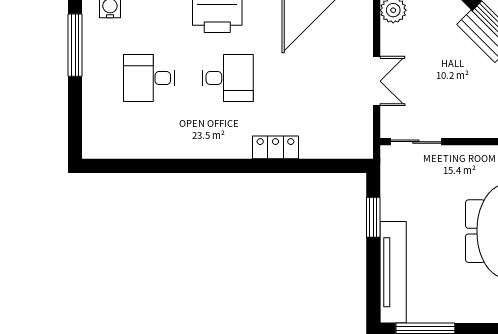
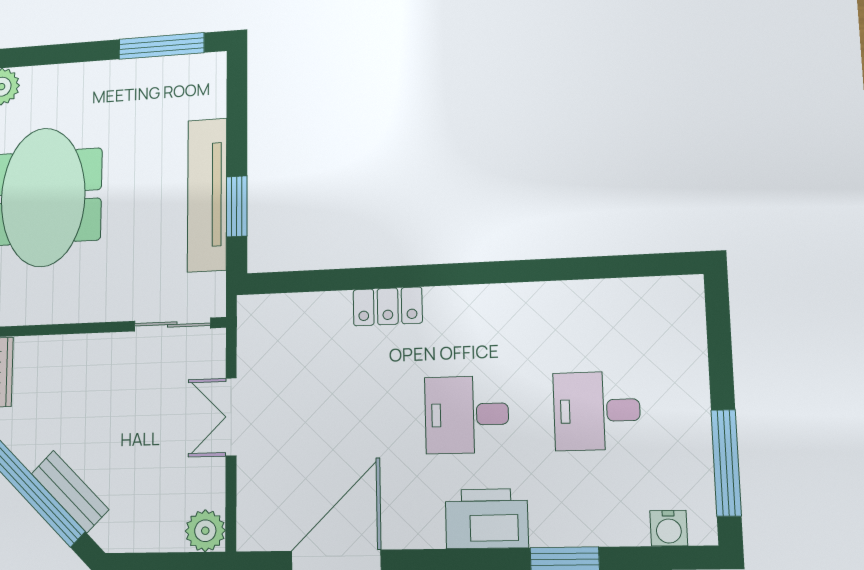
desk: (149, 78) -> (597, 411), turned 180
tv unit: (393, 272) -> (207, 195), moved

